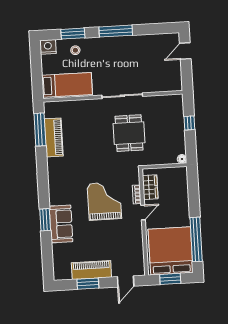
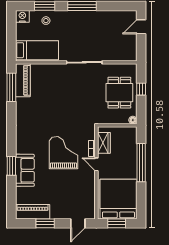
dining table: (129, 133) -> (119, 93), moved
piano: (54, 137) -> (23, 80), moved
door: (143, 212) -> (96, 164), swing flipped
window: (196, 239) -> (141, 163), moved
piano: (91, 270) -> (33, 212), moved

